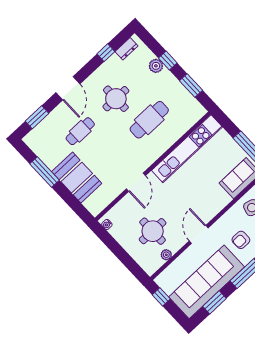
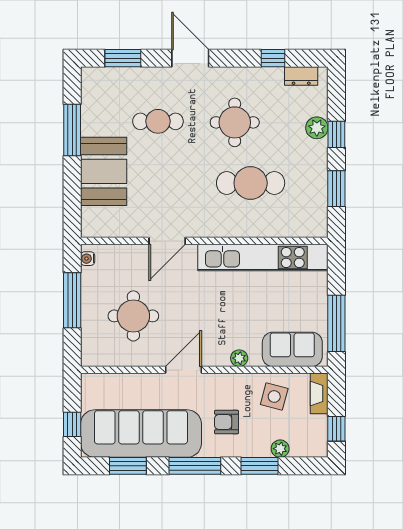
door: (68, 88) -> (190, 58), swing flipped
window: (118, 250) -> (72, 300), added
plant: (166, 255) -> (239, 358), moved
window: (161, 297) -> (72, 424), moved

